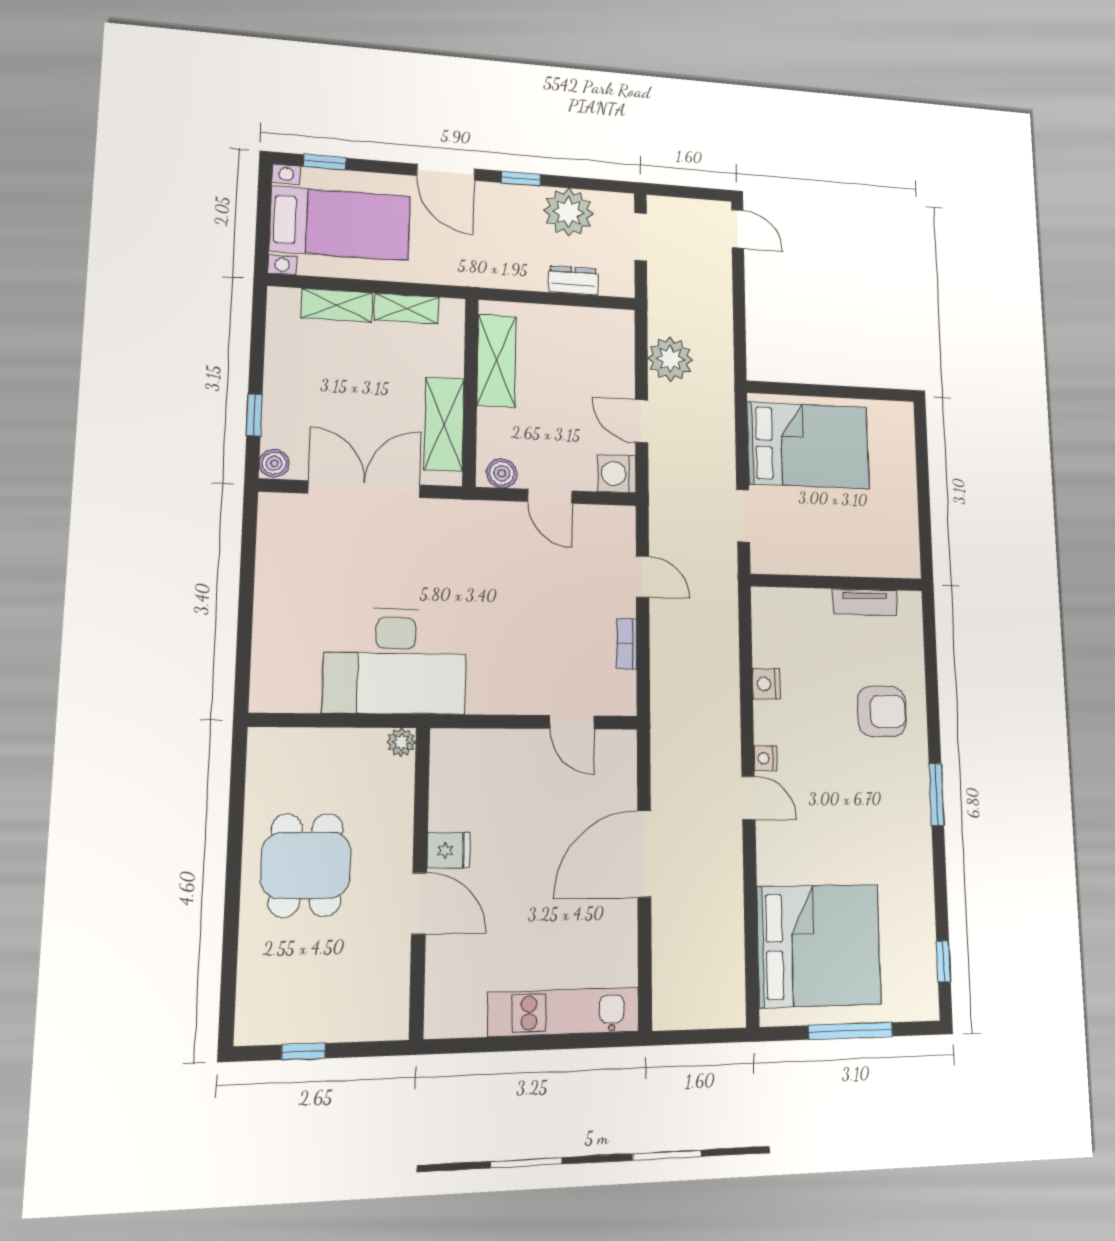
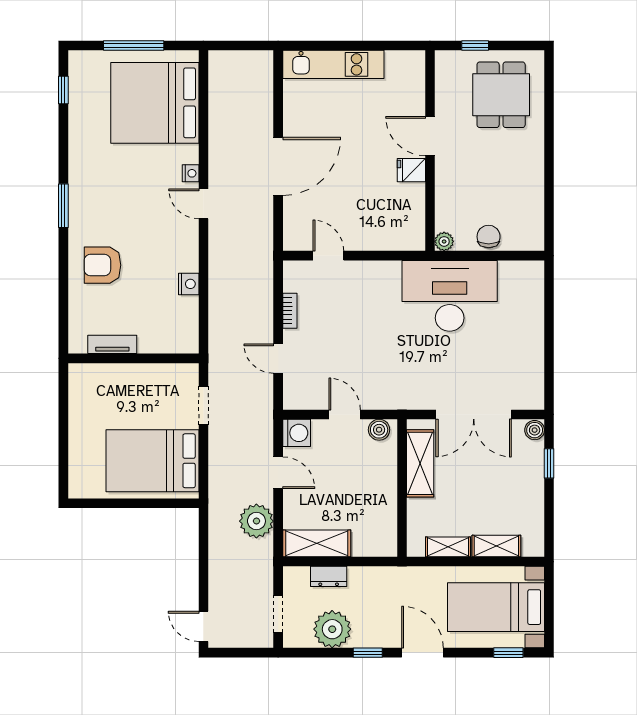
shelving: (497, 361) -> (317, 543), moved, turned 90
chair: (333, 749) -> (489, 237), added
nightstand: (765, 758) -> (191, 173), moved
dining table: (306, 865) -> (501, 95), moved
window: (303, 1051) -> (475, 45), moved

